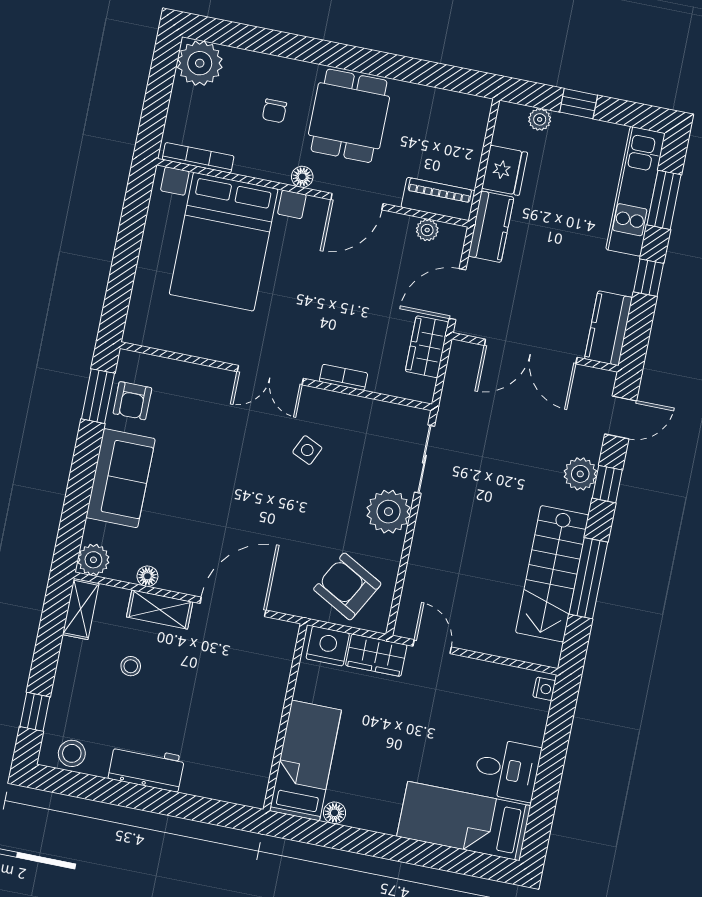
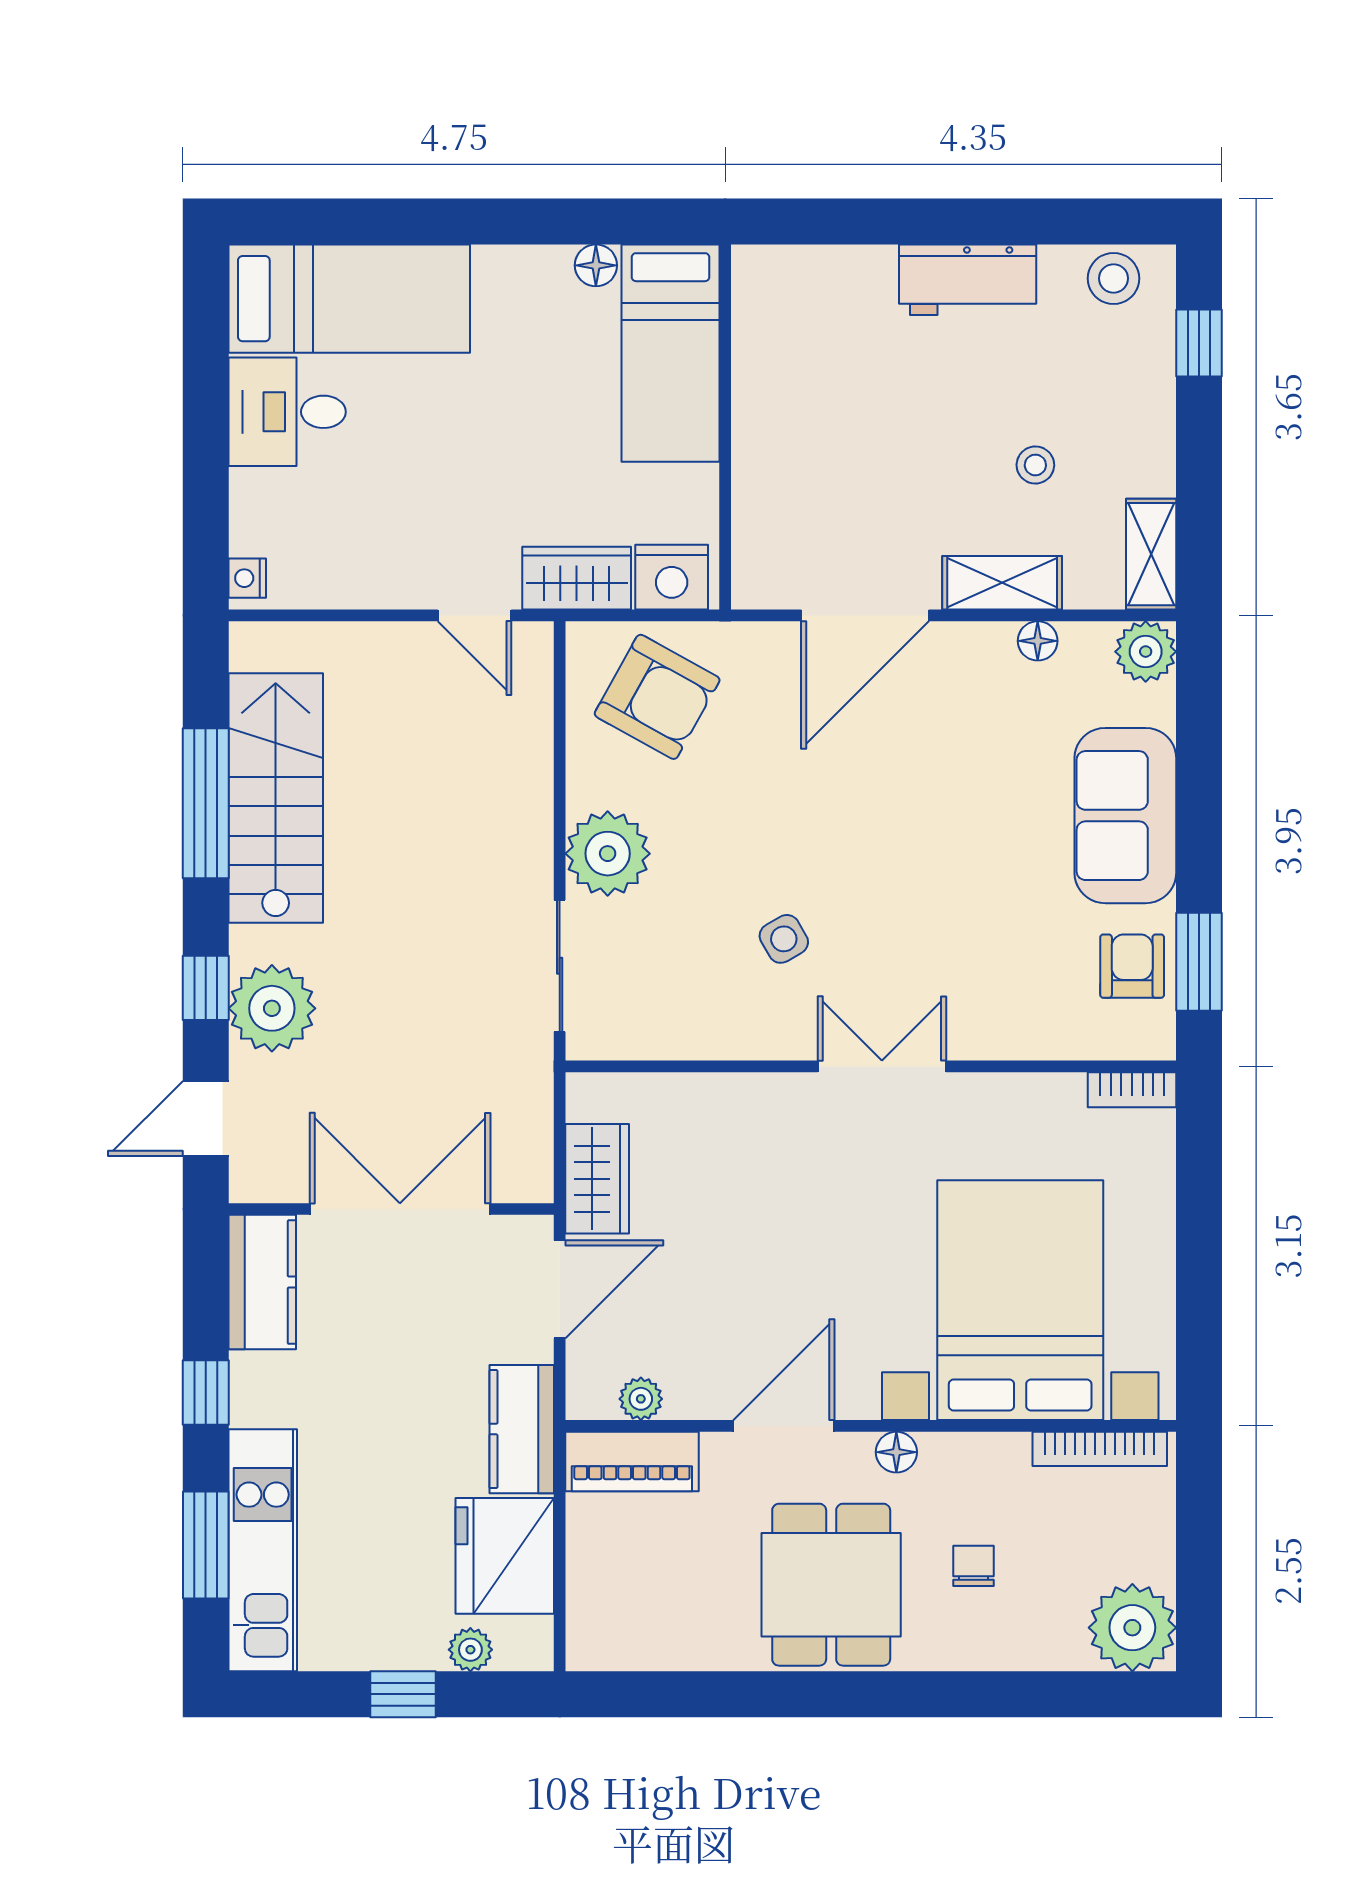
fridge: (505, 170) -> (505, 1556), width x1.36, depth x1.34
bookcase: (344, 377) -> (1132, 1090), moved
side table: (307, 450) -> (784, 939), turned 35
plant: (580, 474) -> (272, 1008), width x1.36, depth x1.36

